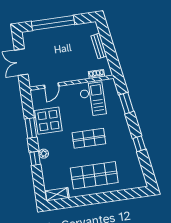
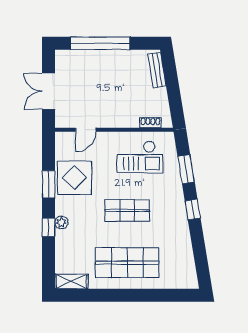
bench: (99, 46) -> (157, 70), moved
checkout: (93, 99) -> (140, 157), turned 90
window: (139, 144) -> (193, 209), moved

